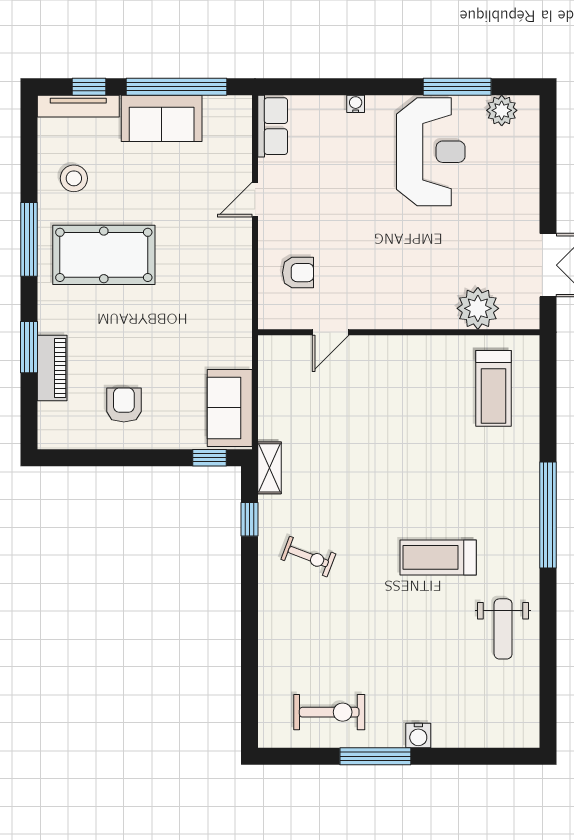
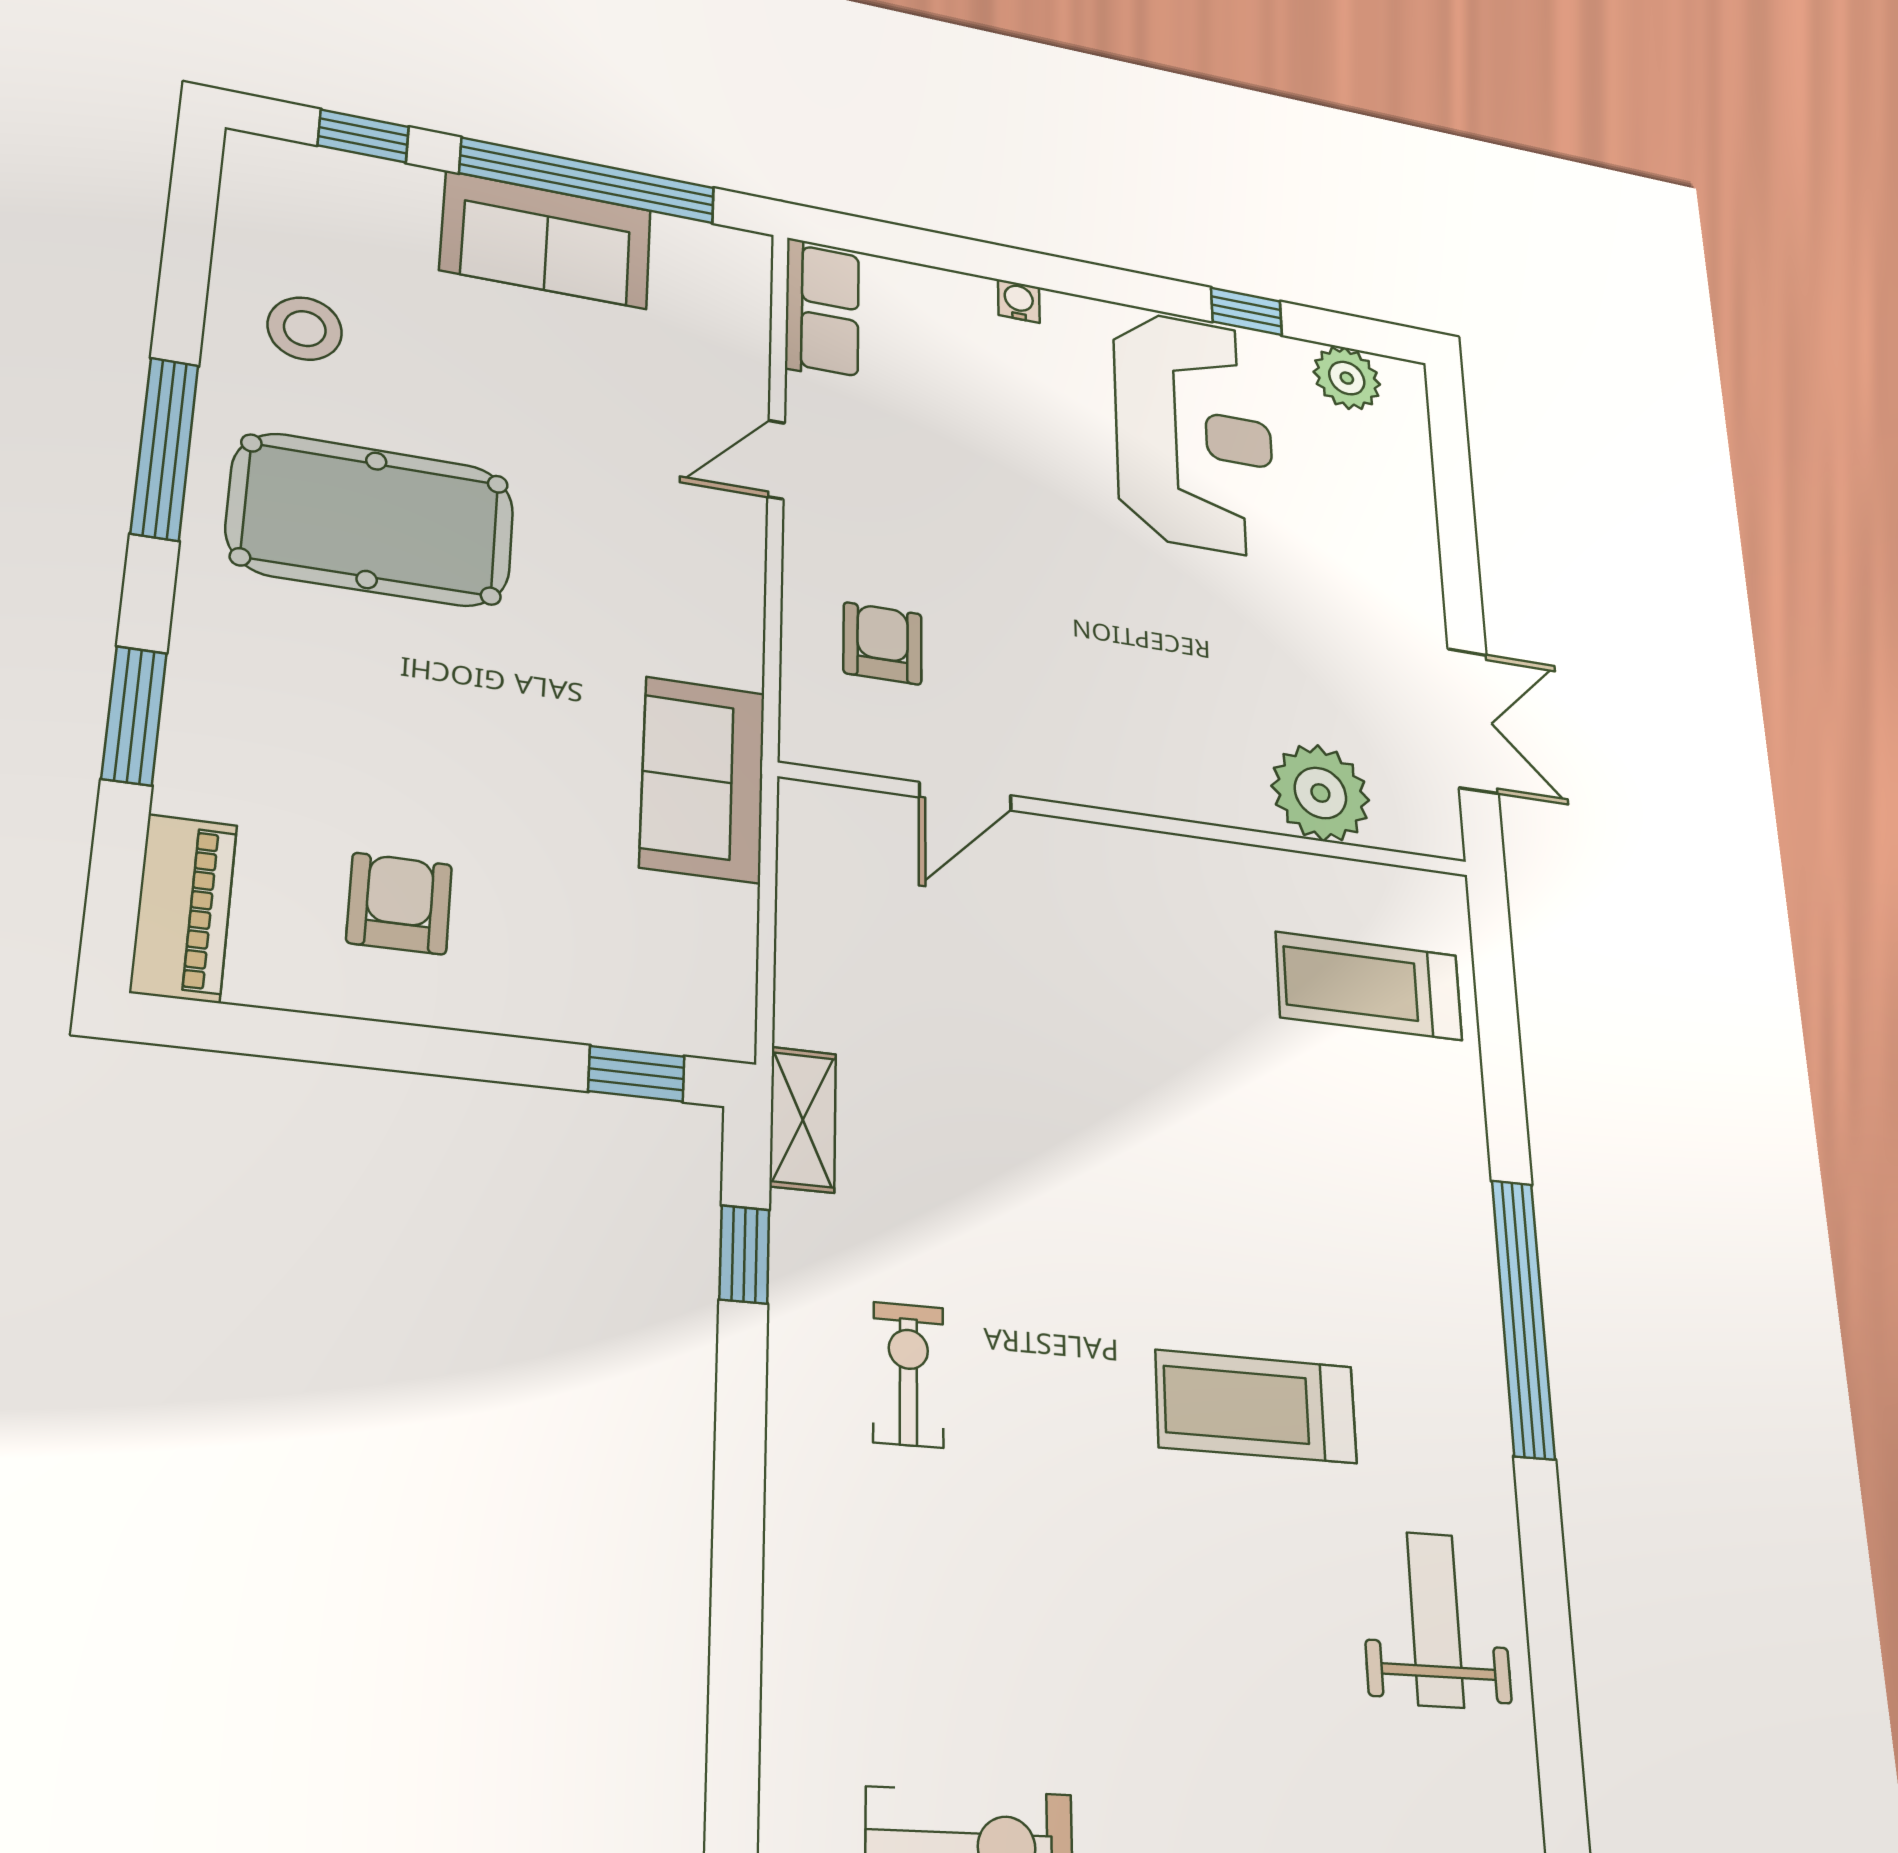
window: (457, 87) -> (1246, 311), width x0.46
tv unit: (78, 106) -> (331, 172), removed
armchair: (298, 273) -> (883, 643), turned -90
piano: (52, 368) -> (184, 908), moved
treadmill: (493, 388) -> (1369, 986), turned 90
sofa: (230, 408) -> (703, 779), moved
exercise bike: (308, 557) -> (908, 1375), turned -111
weight bench: (503, 629) -> (1435, 1619), turned 180

